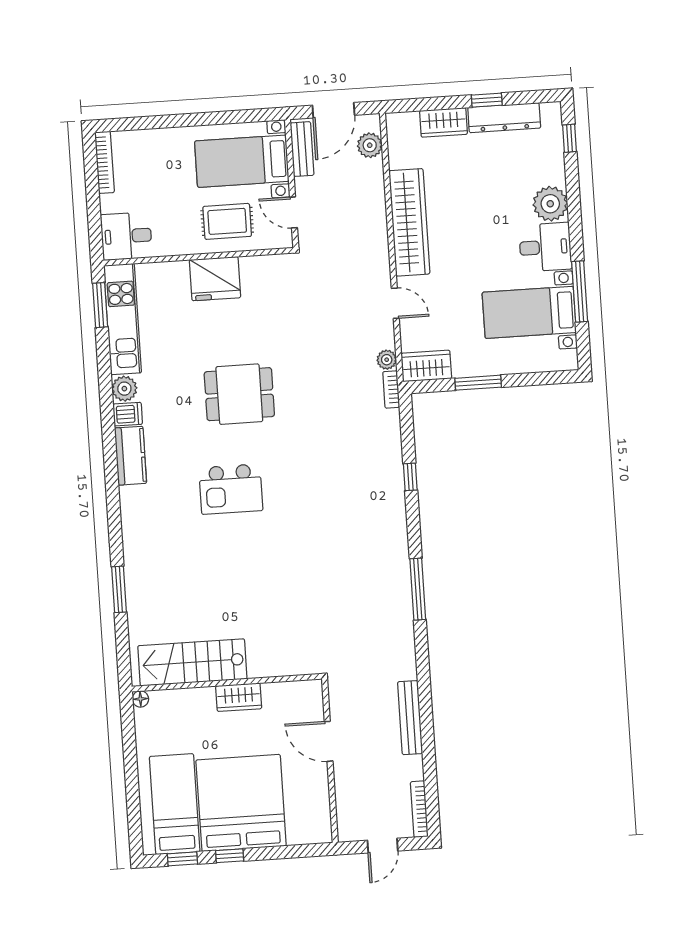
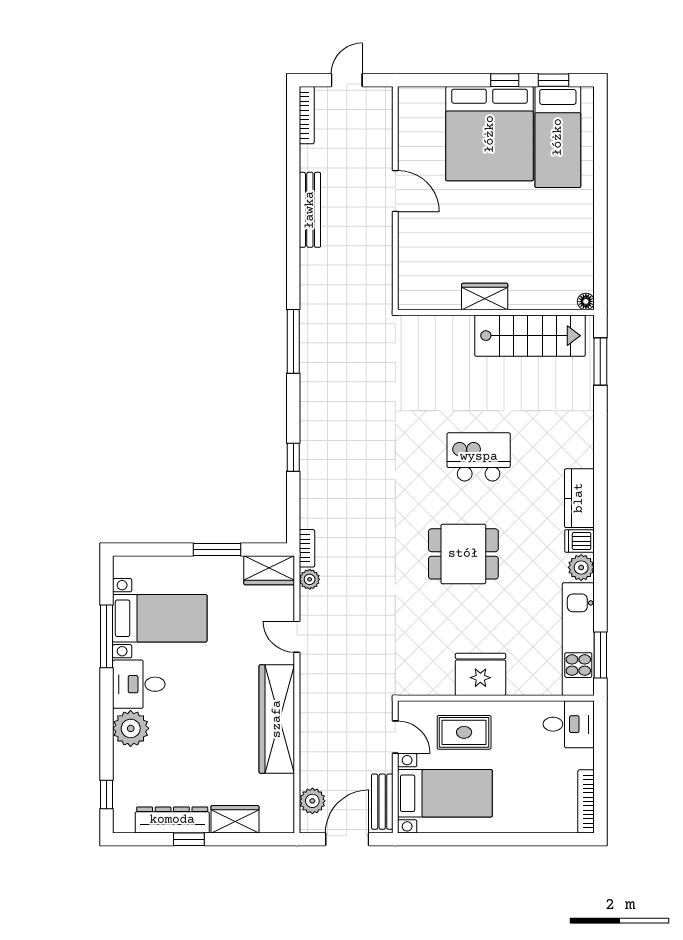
stairs: (192, 662) -> (530, 336), moved
wall: (227, 683) -> (496, 312), moved
wardrobe: (239, 697) -> (485, 297), moved
floor lamp: (140, 699) -> (586, 301), moved

